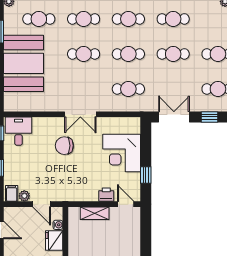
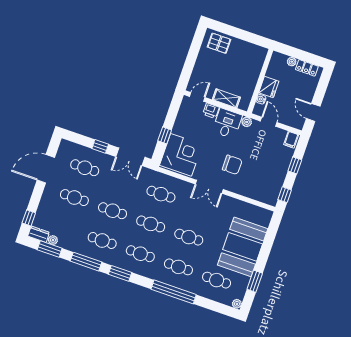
double door: (80, 114) -> (209, 187), swing flipped
desk: (19, 131) -> (227, 123), moved, turned 180
corner desk: (122, 153) -> (181, 155), moved
window: (146, 175) -> (165, 135), moved
plant: (24, 196) -> (247, 122), moved
door: (126, 204) -> (197, 97), swing flipped

